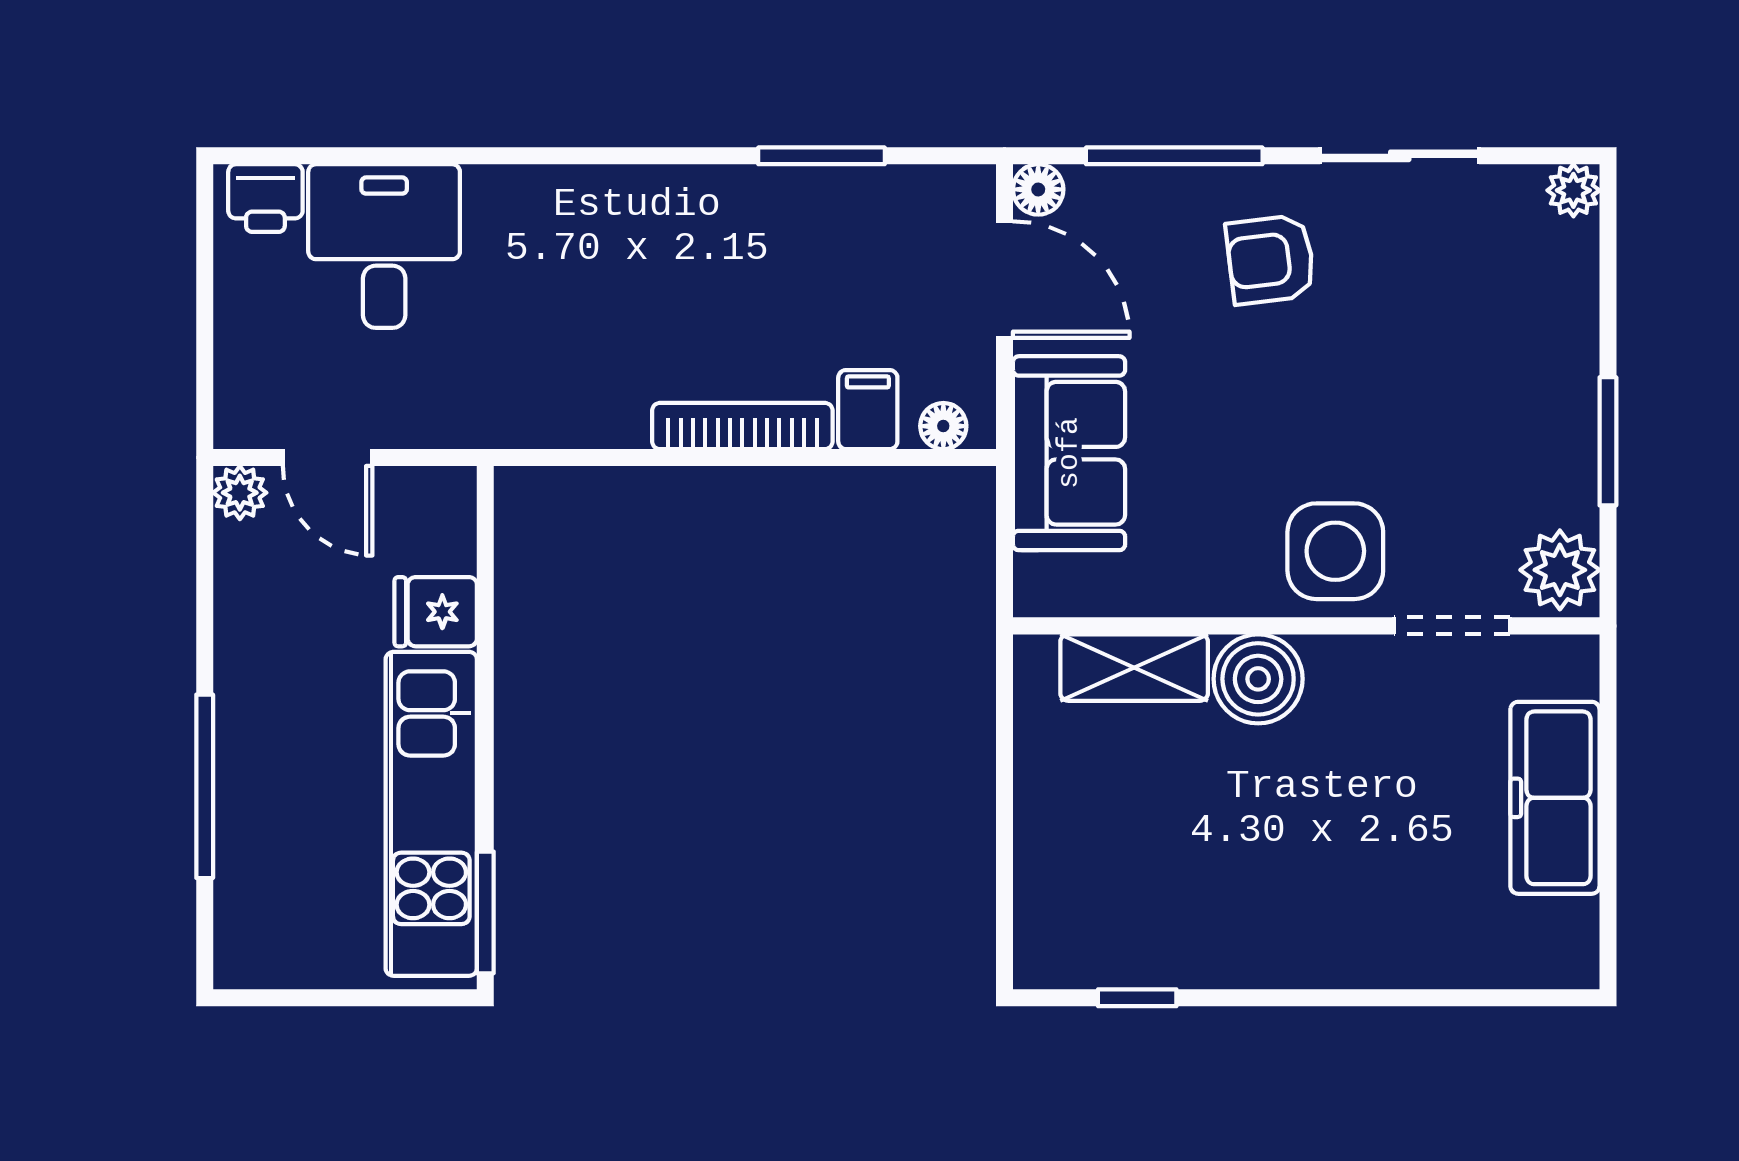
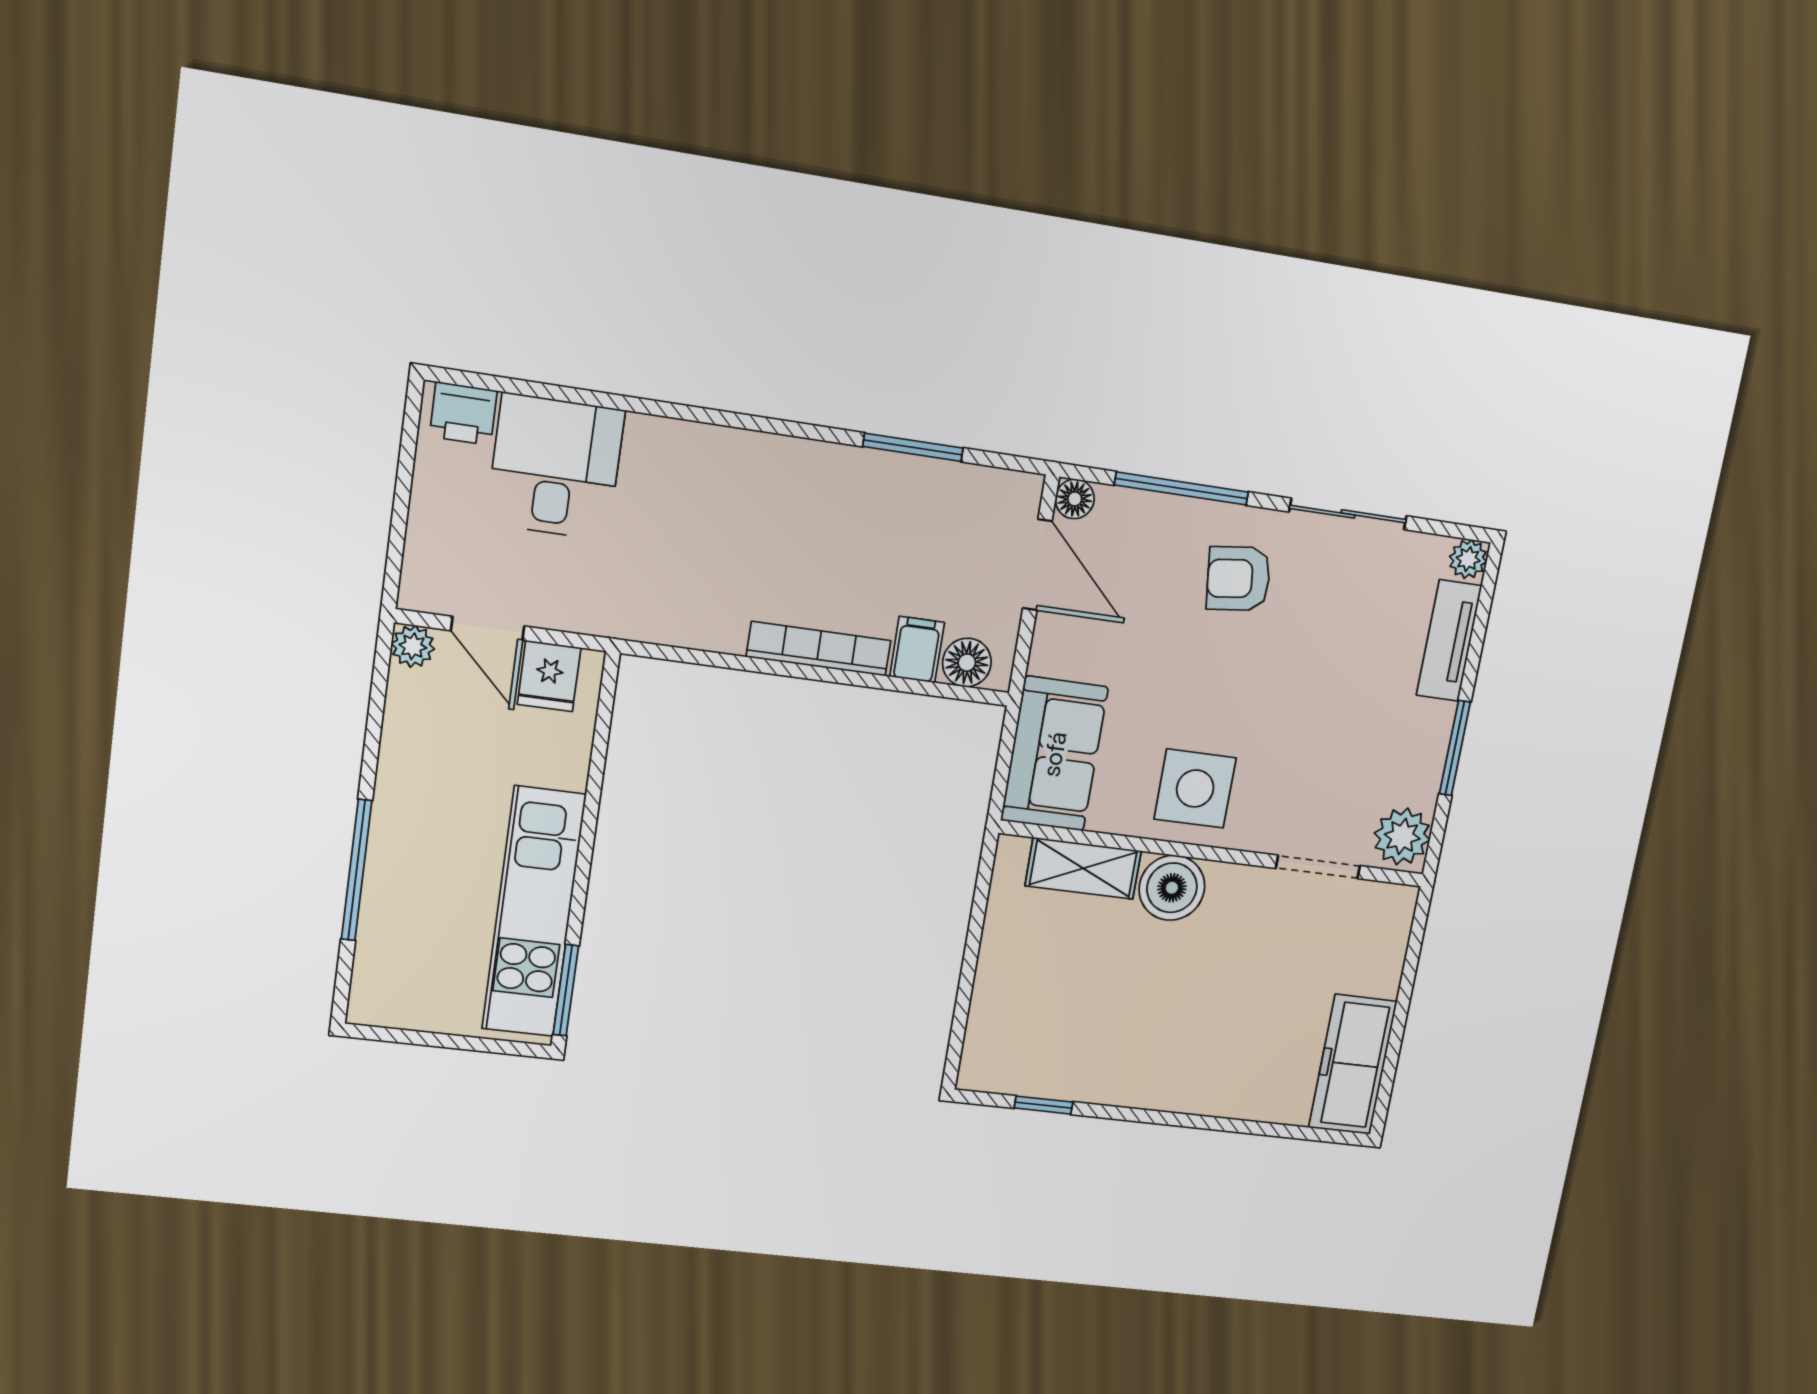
tv unit: (1570, 300) -> (1449, 641), added
floor lamp: (943, 426) -> (967, 663), width x1.37, depth x1.37
sofa: (1069, 453) -> (1054, 754), moved
side table: (1335, 551) -> (1195, 788), moved
fridge: (436, 612) -> (549, 676), moved, turned -90
freezer: (1555, 798) -> (1353, 1065), moved

